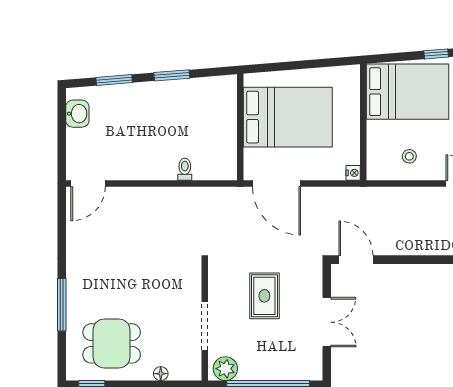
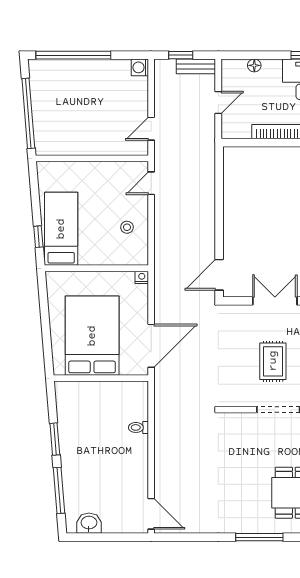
window: (436, 54) -> (38, 237), moved
window: (114, 80) -> (59, 490), width x1.44
bed: (408, 92) -> (61, 229), width x0.67
rug: (264, 296) -> (273, 361), moved, turned 90

